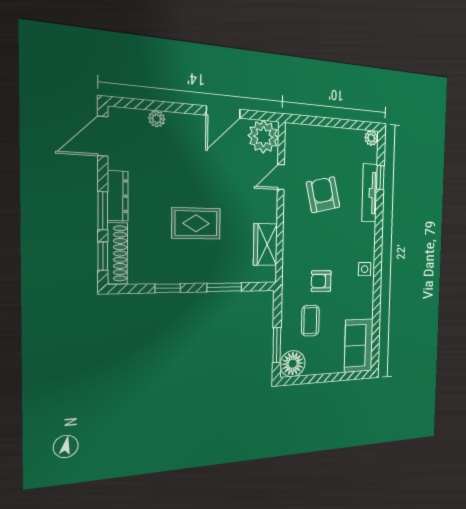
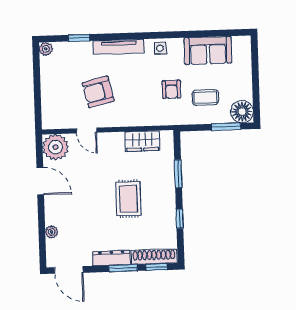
tv unit: (370, 193) -> (119, 47), moved
sofa: (359, 346) -> (208, 50), moved

